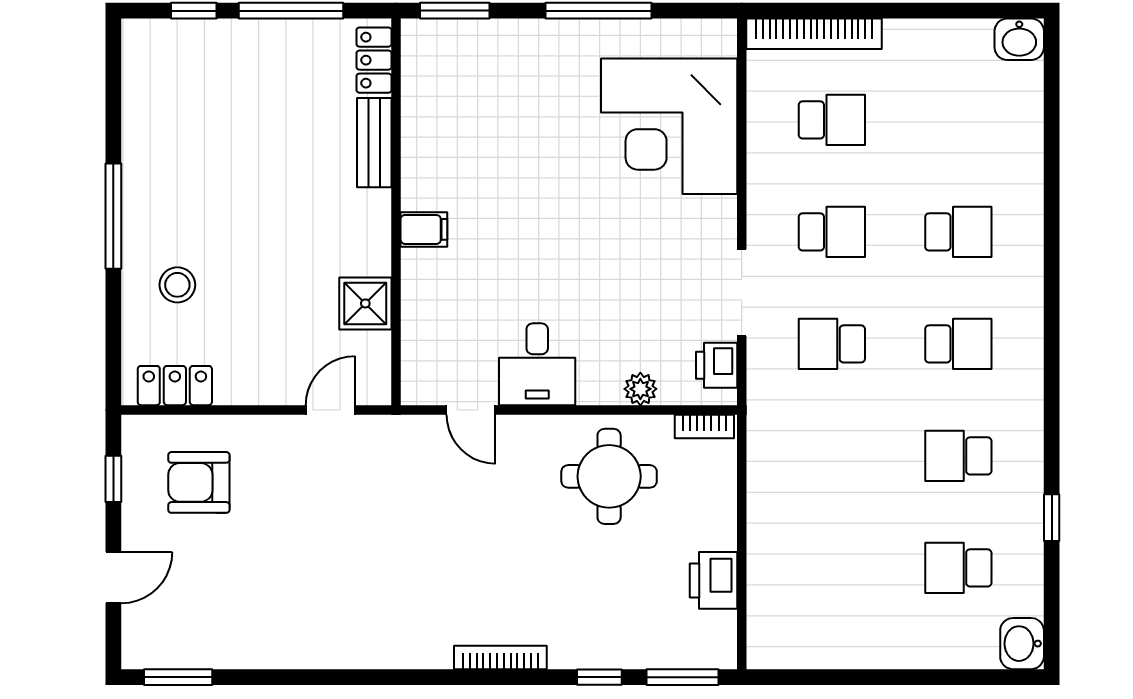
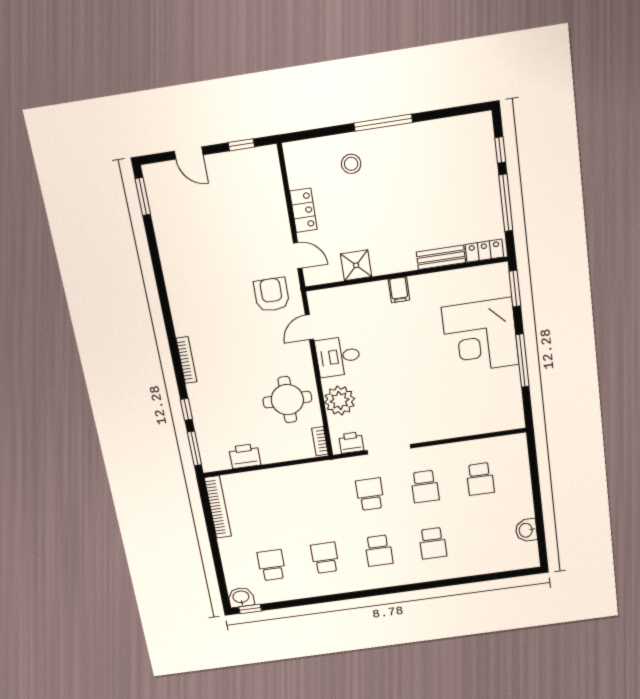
bookcase: (814, 34) -> (218, 507), moved, turned 180
washbasin: (1019, 39) -> (526, 530), moved
corner desk: (669, 126) -> (480, 336), moved, turned -90
locker: (175, 386) -> (303, 210), moved
plant: (640, 389) -> (340, 401), width x1.88, depth x1.88
armchair: (199, 482) -> (272, 295), moved
window: (1052, 518) -> (250, 609), moved

